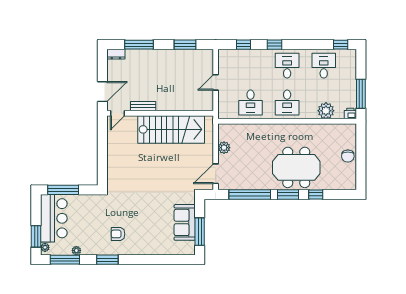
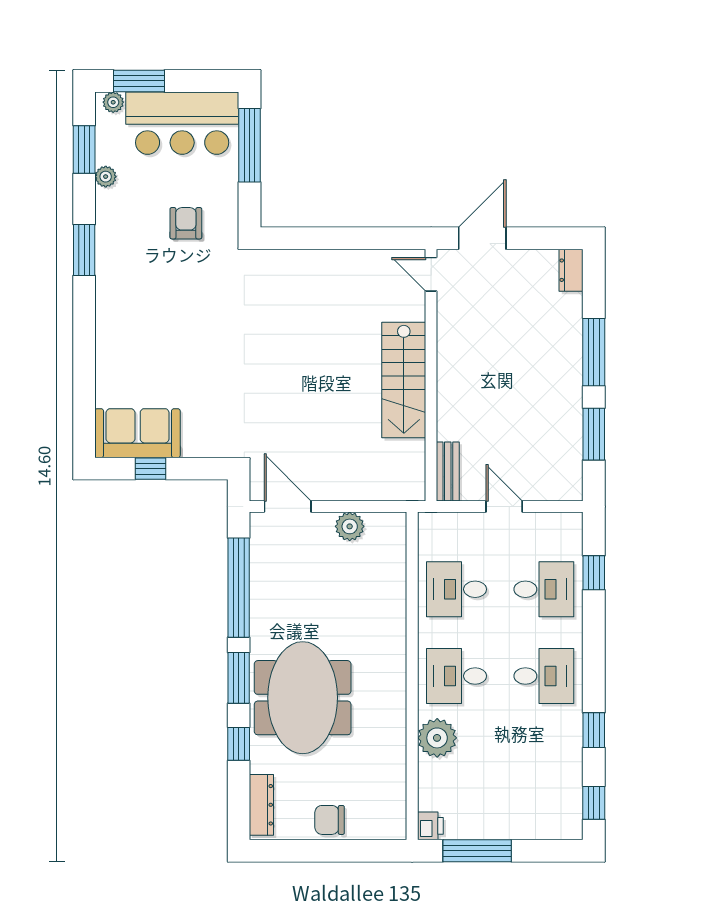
window: (139, 45) -> (594, 352), moved
window: (274, 45) -> (594, 730), moved
desk: (324, 66) -> (544, 589), moved
door: (102, 92) -> (482, 238), swing flipped
bench: (143, 106) -> (448, 471), moved
plant: (326, 111) -> (437, 738), moved
stairs: (171, 129) -> (404, 380), width x0.73, depth x0.66
dresser: (341, 185) -> (261, 805), added
sofa: (185, 222) -> (138, 433), moved
window: (200, 232) -> (150, 469), width x0.46
armchair: (118, 234) -> (186, 223), moved
window: (65, 260) -> (84, 149), width x0.69

